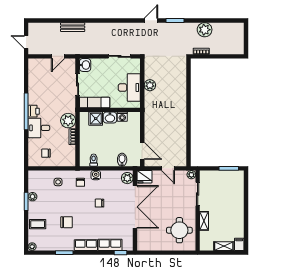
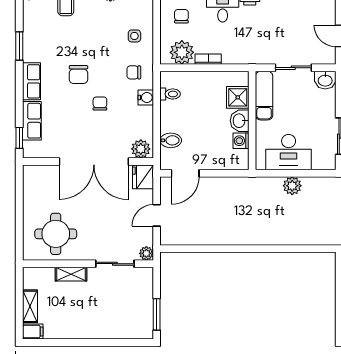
plant: (68, 121) -> (182, 52), moved
chair: (67, 222) -> (78, 75), moved

